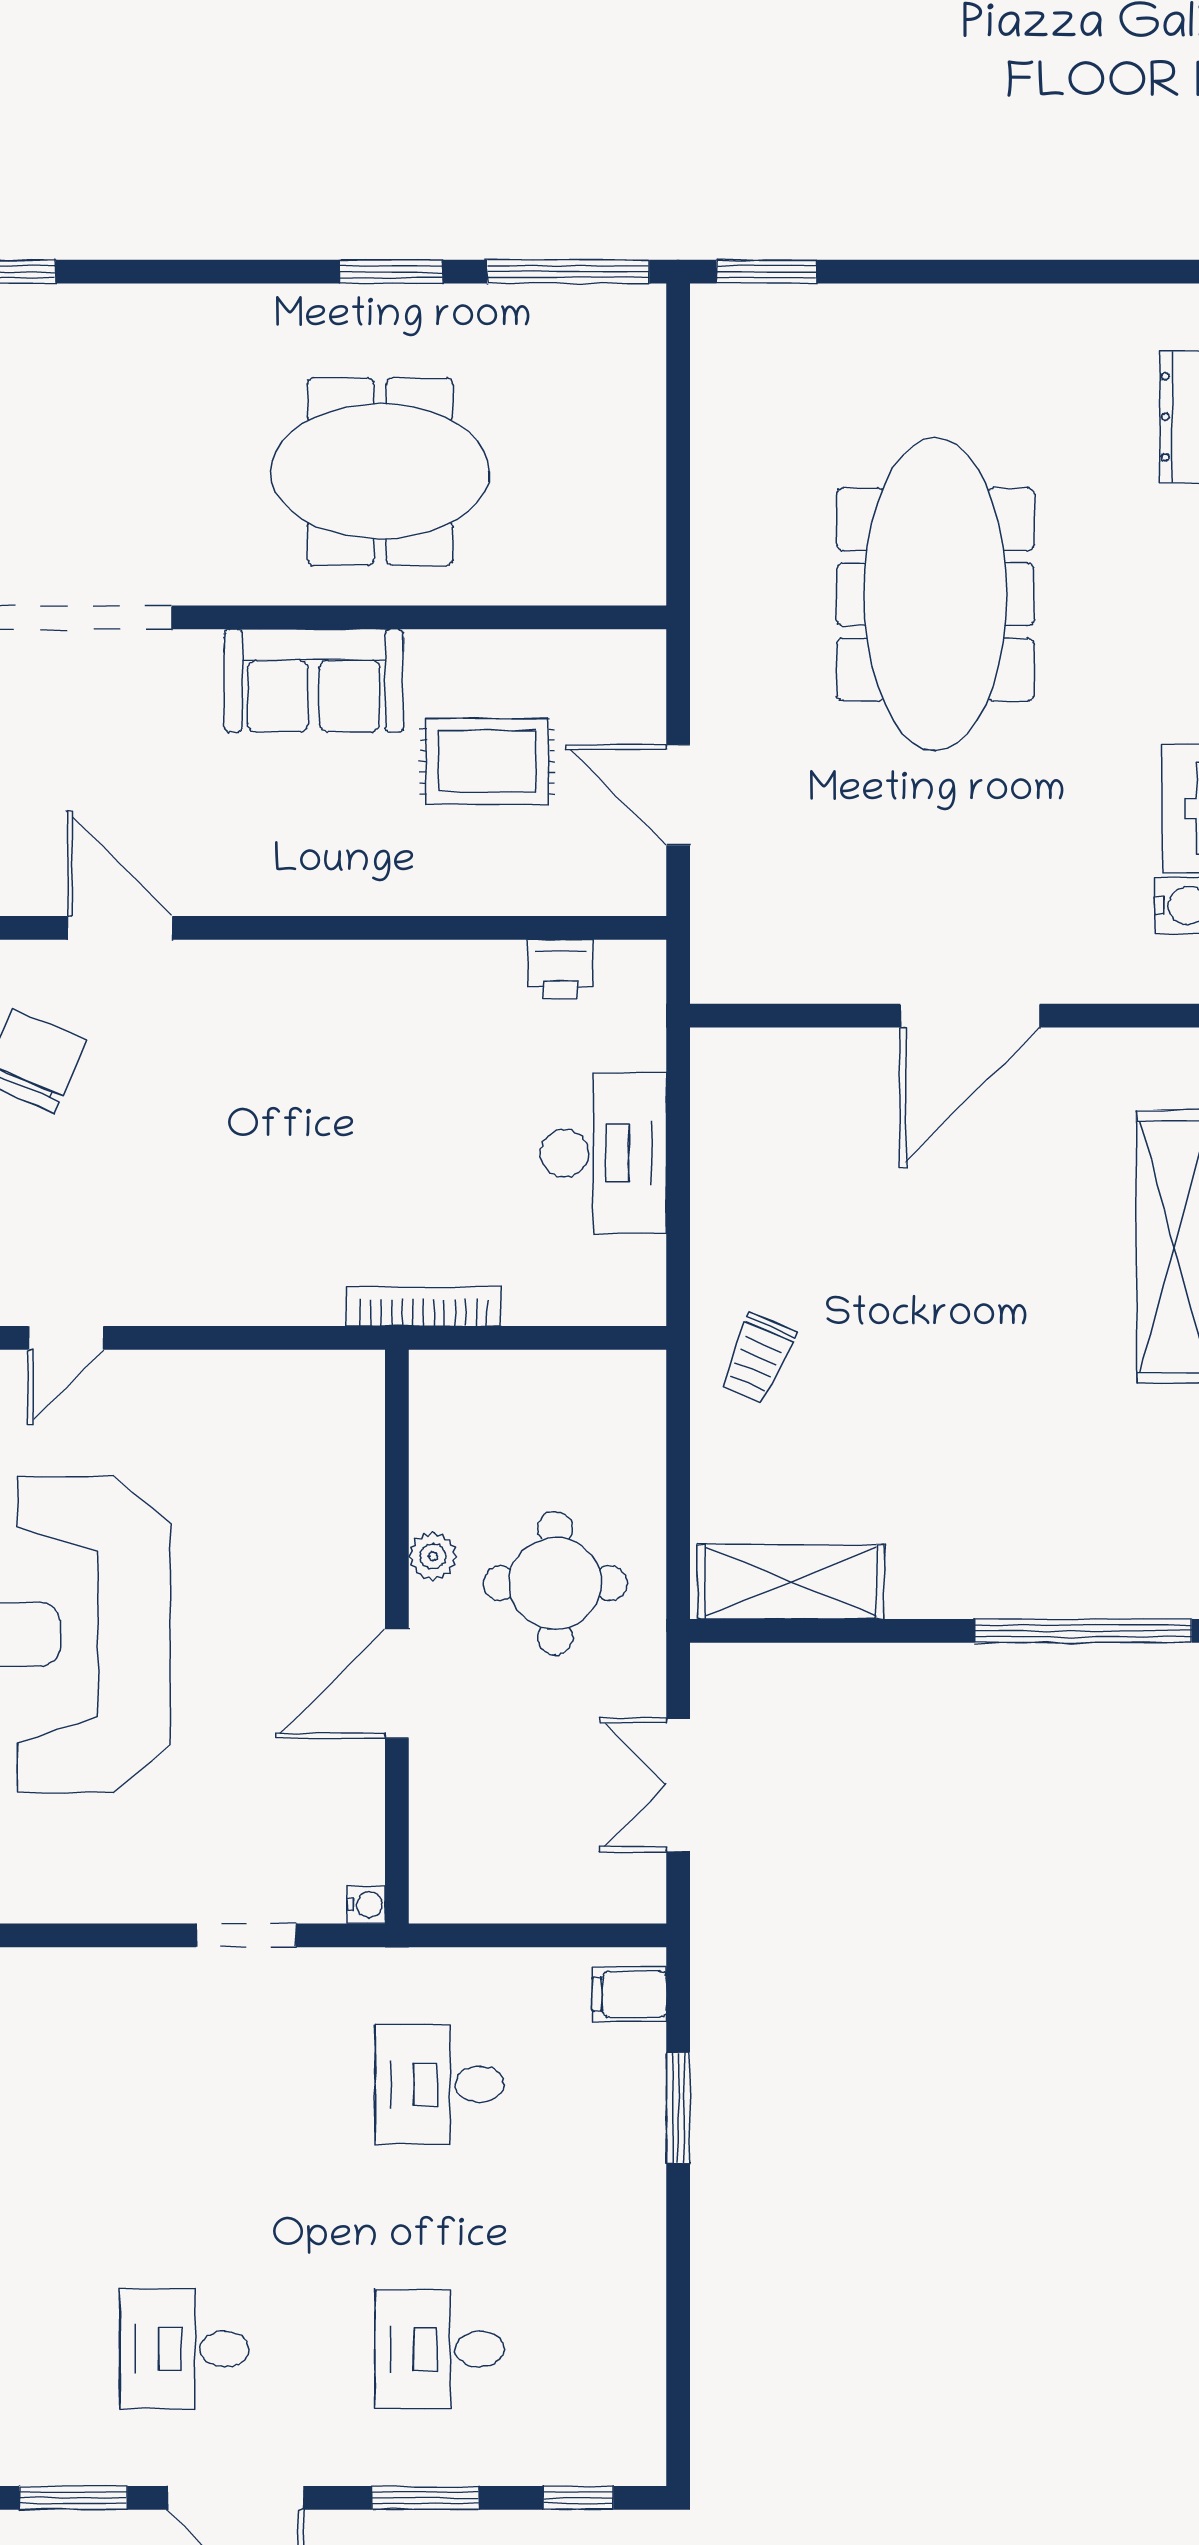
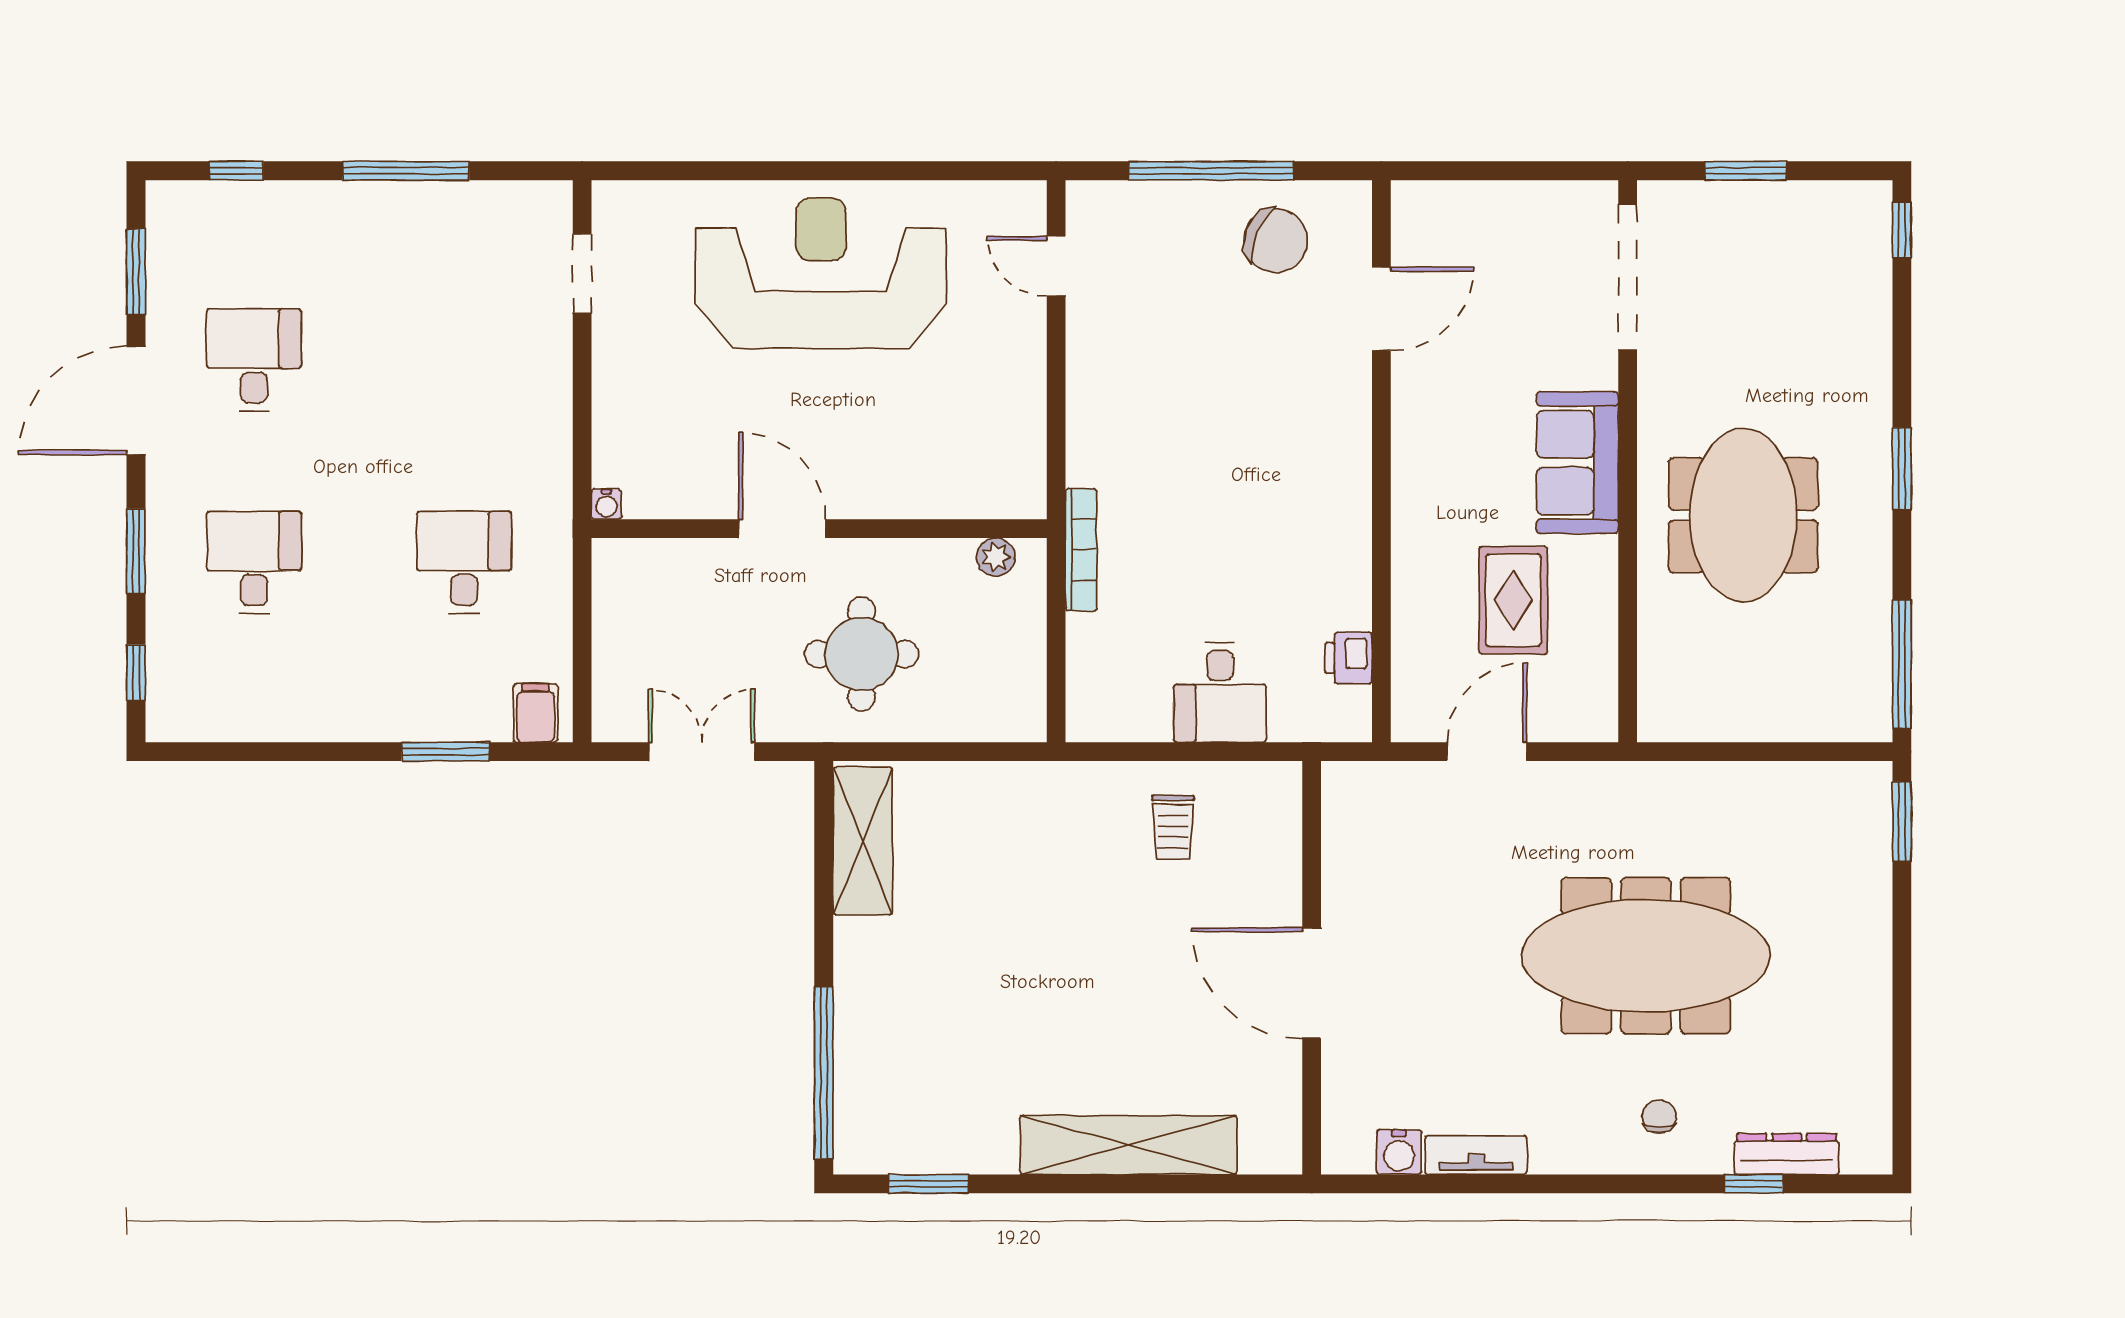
window: (391, 272) -> (1902, 469), moved
chair: (1138, 578) -> (1659, 1117), added
desk: (603, 1153) -> (1220, 692), width x0.73
trolley: (758, 1358) -> (1173, 827), moved, turned -113
plant: (433, 1556) -> (996, 557), moved
doorway: (246, 1935) -> (582, 274), moved

